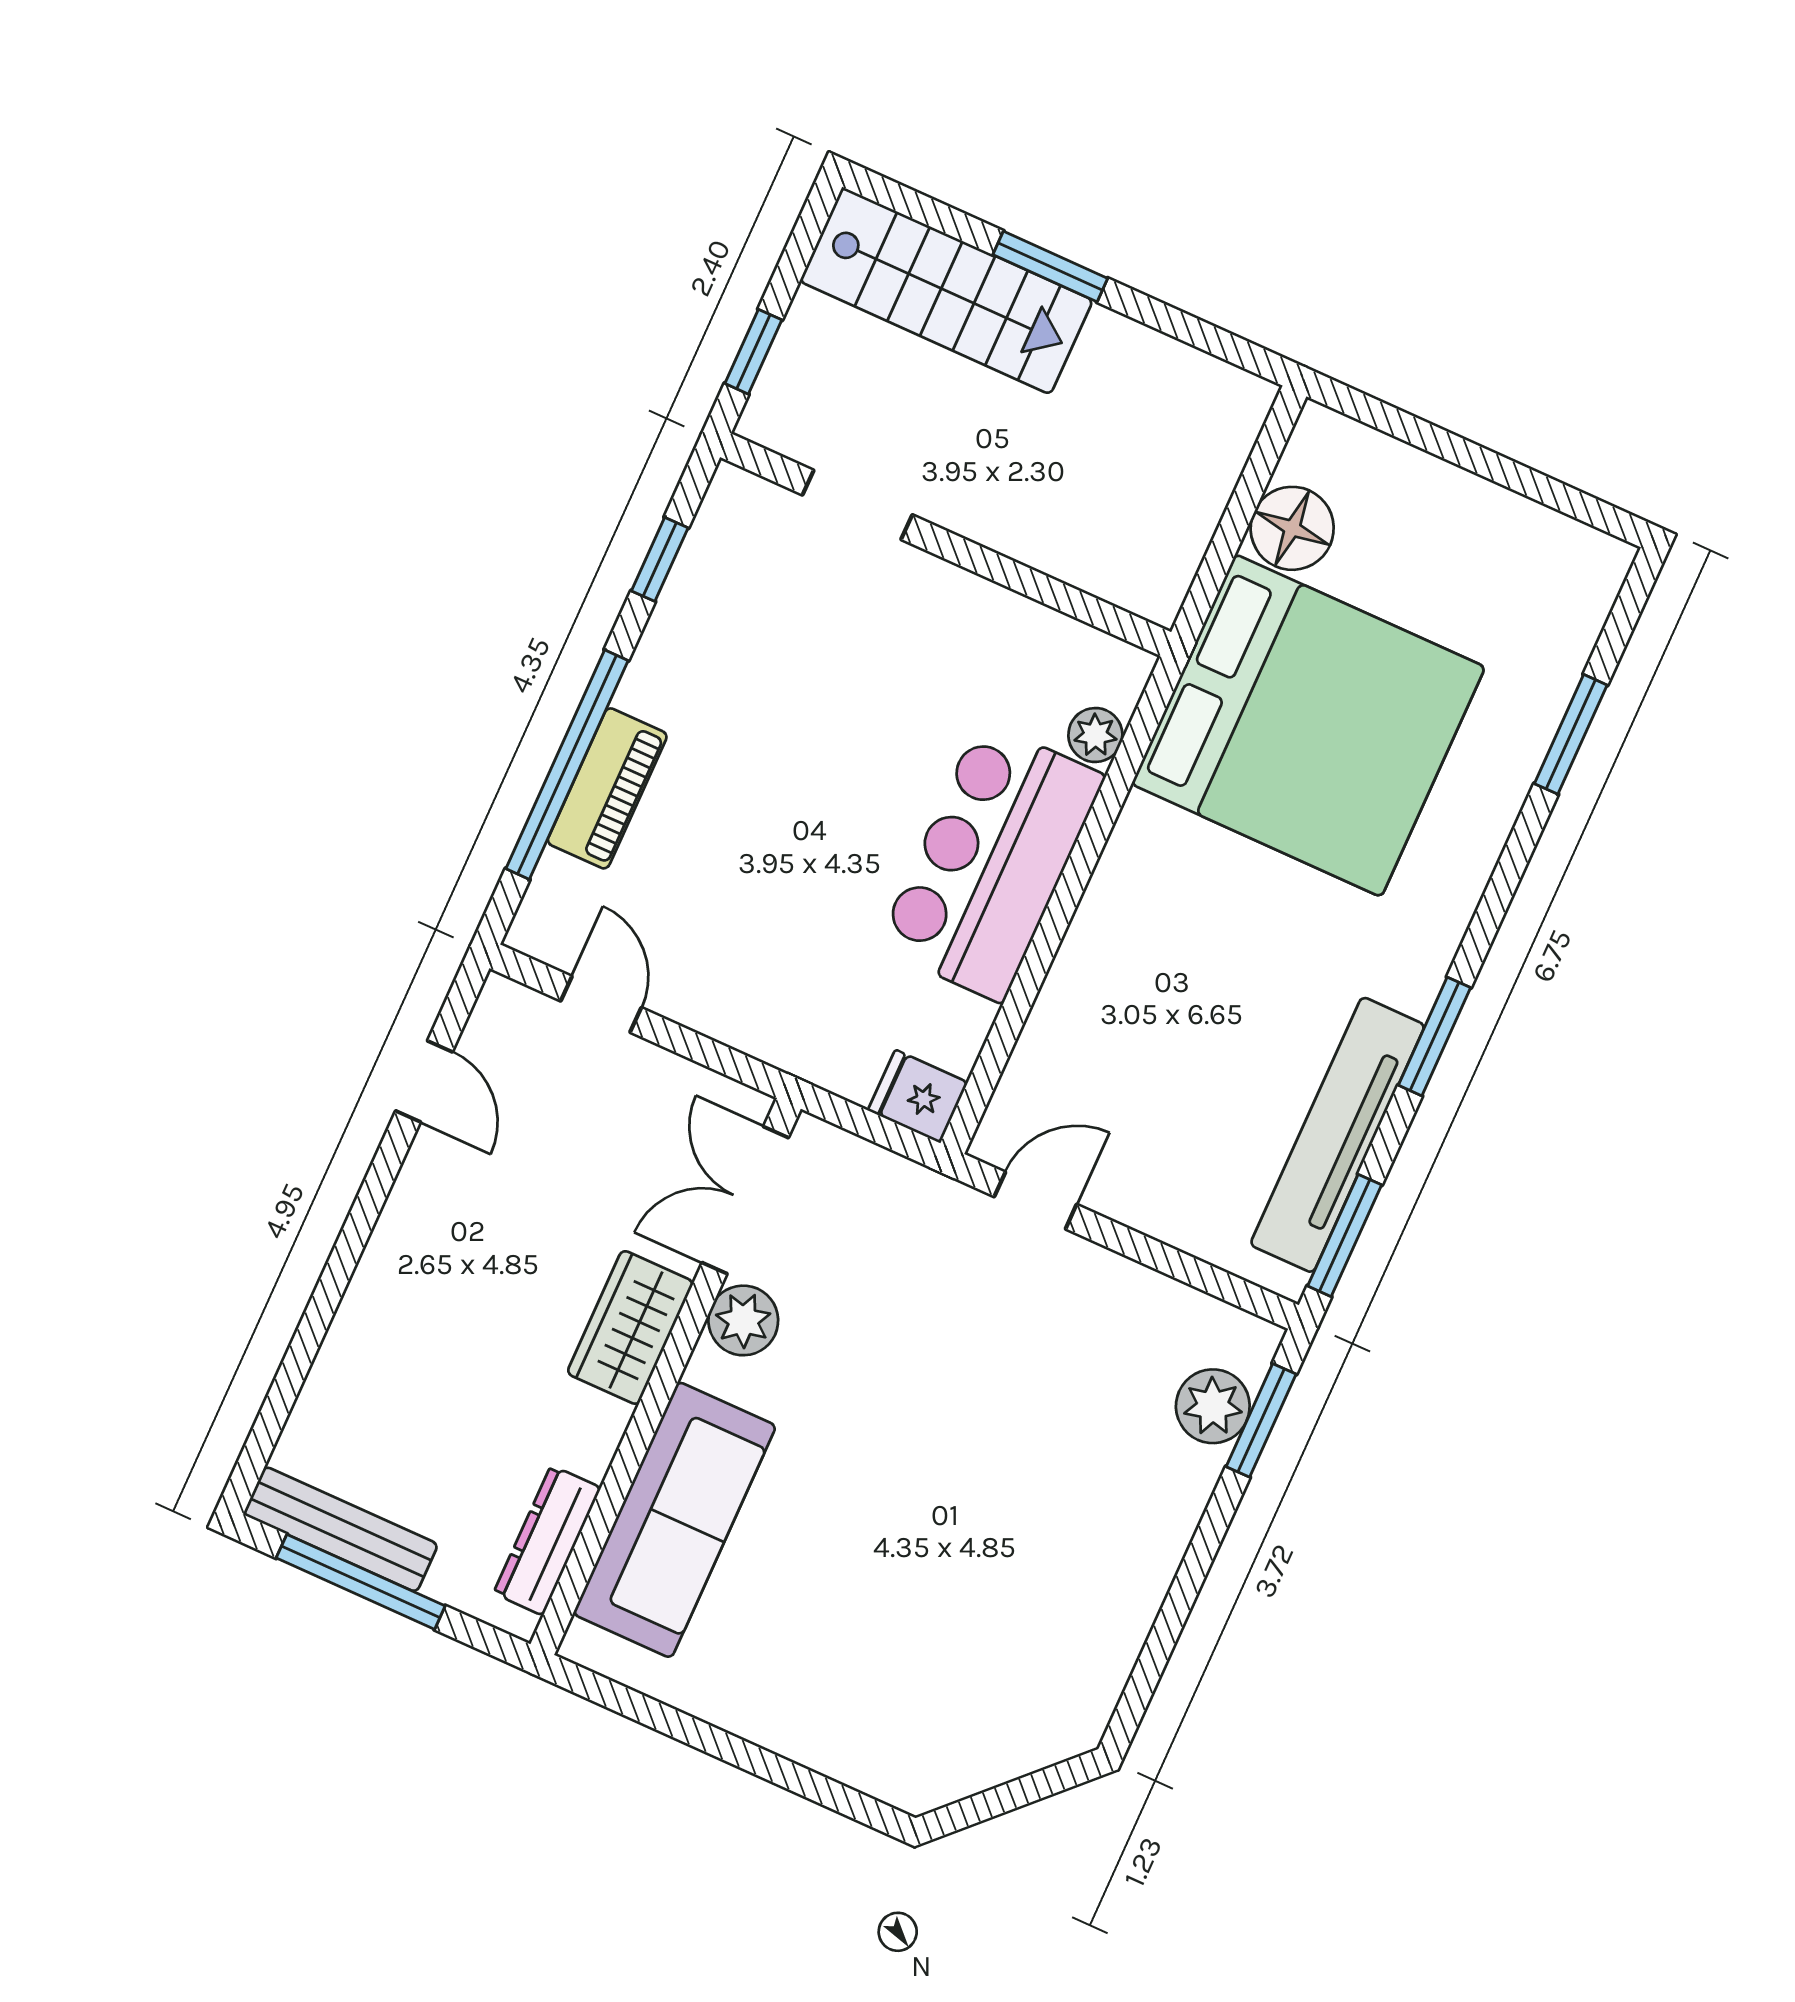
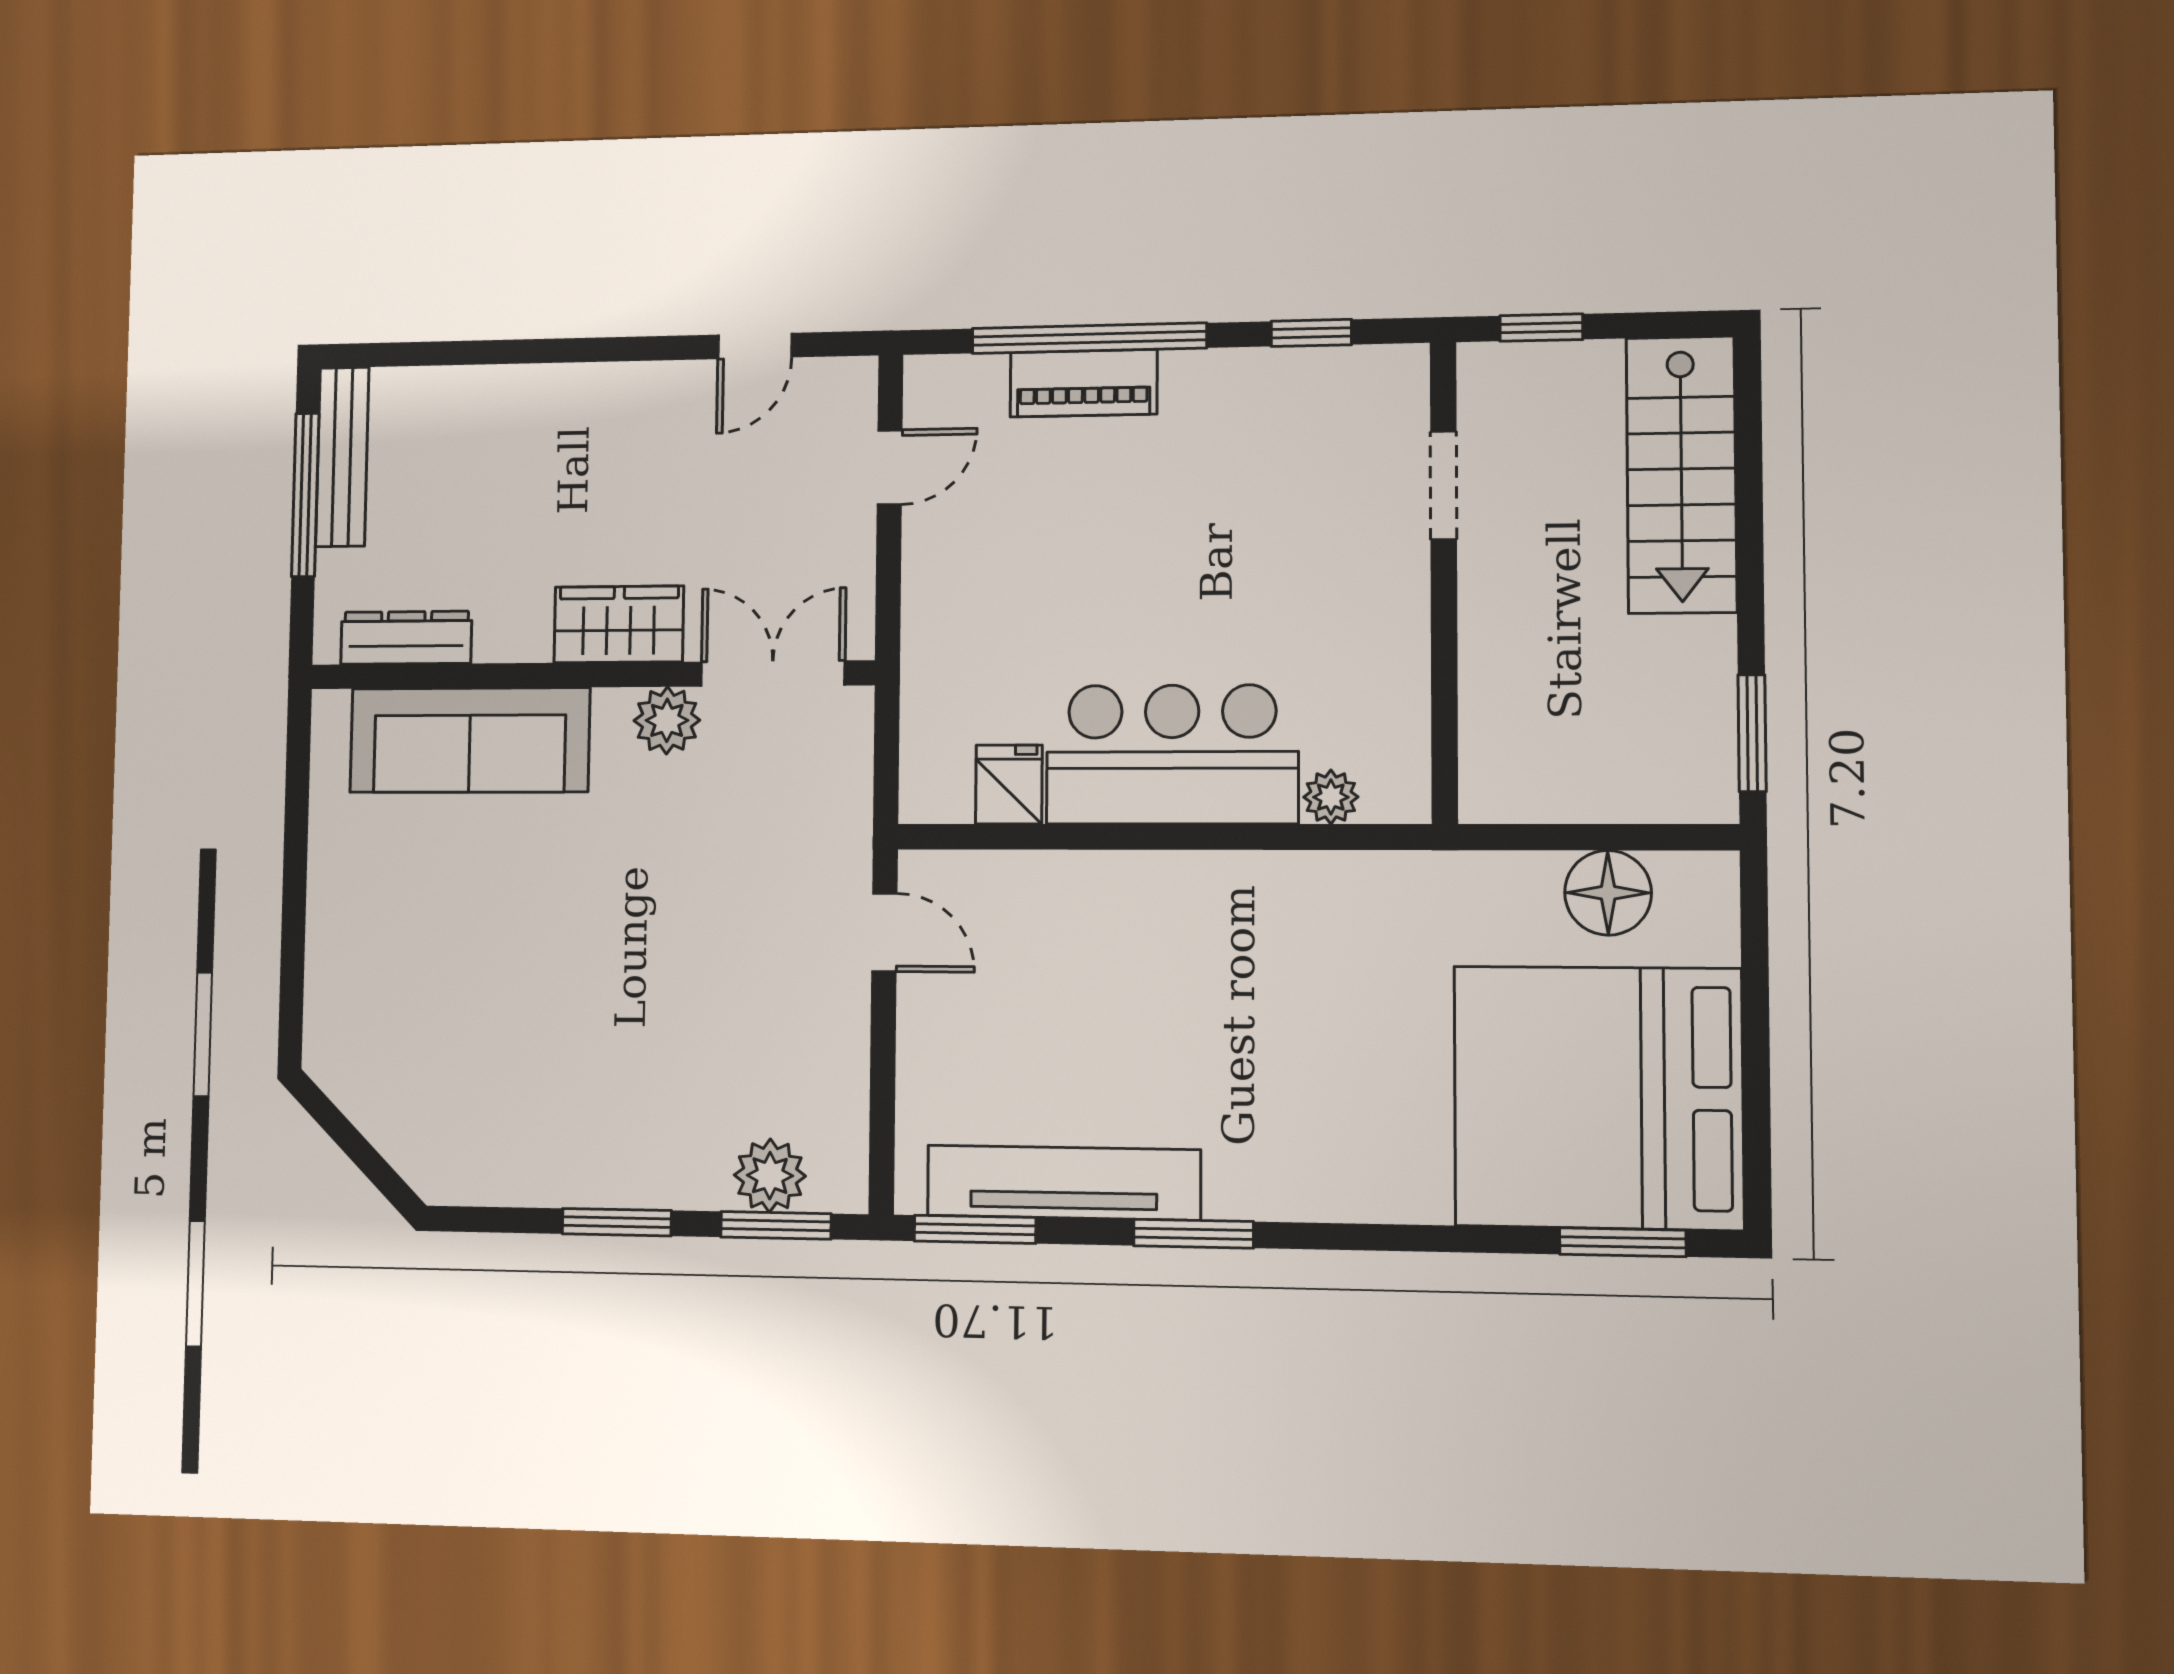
window: (1050, 267) -> (1752, 733), moved
bed: (1308, 726) -> (1598, 1097), moved, turned 90
window: (1571, 734) -> (1623, 1242), moved
fridge: (918, 1096) -> (1009, 785), moved
window: (1193, 1571) -> (617, 1222), added

